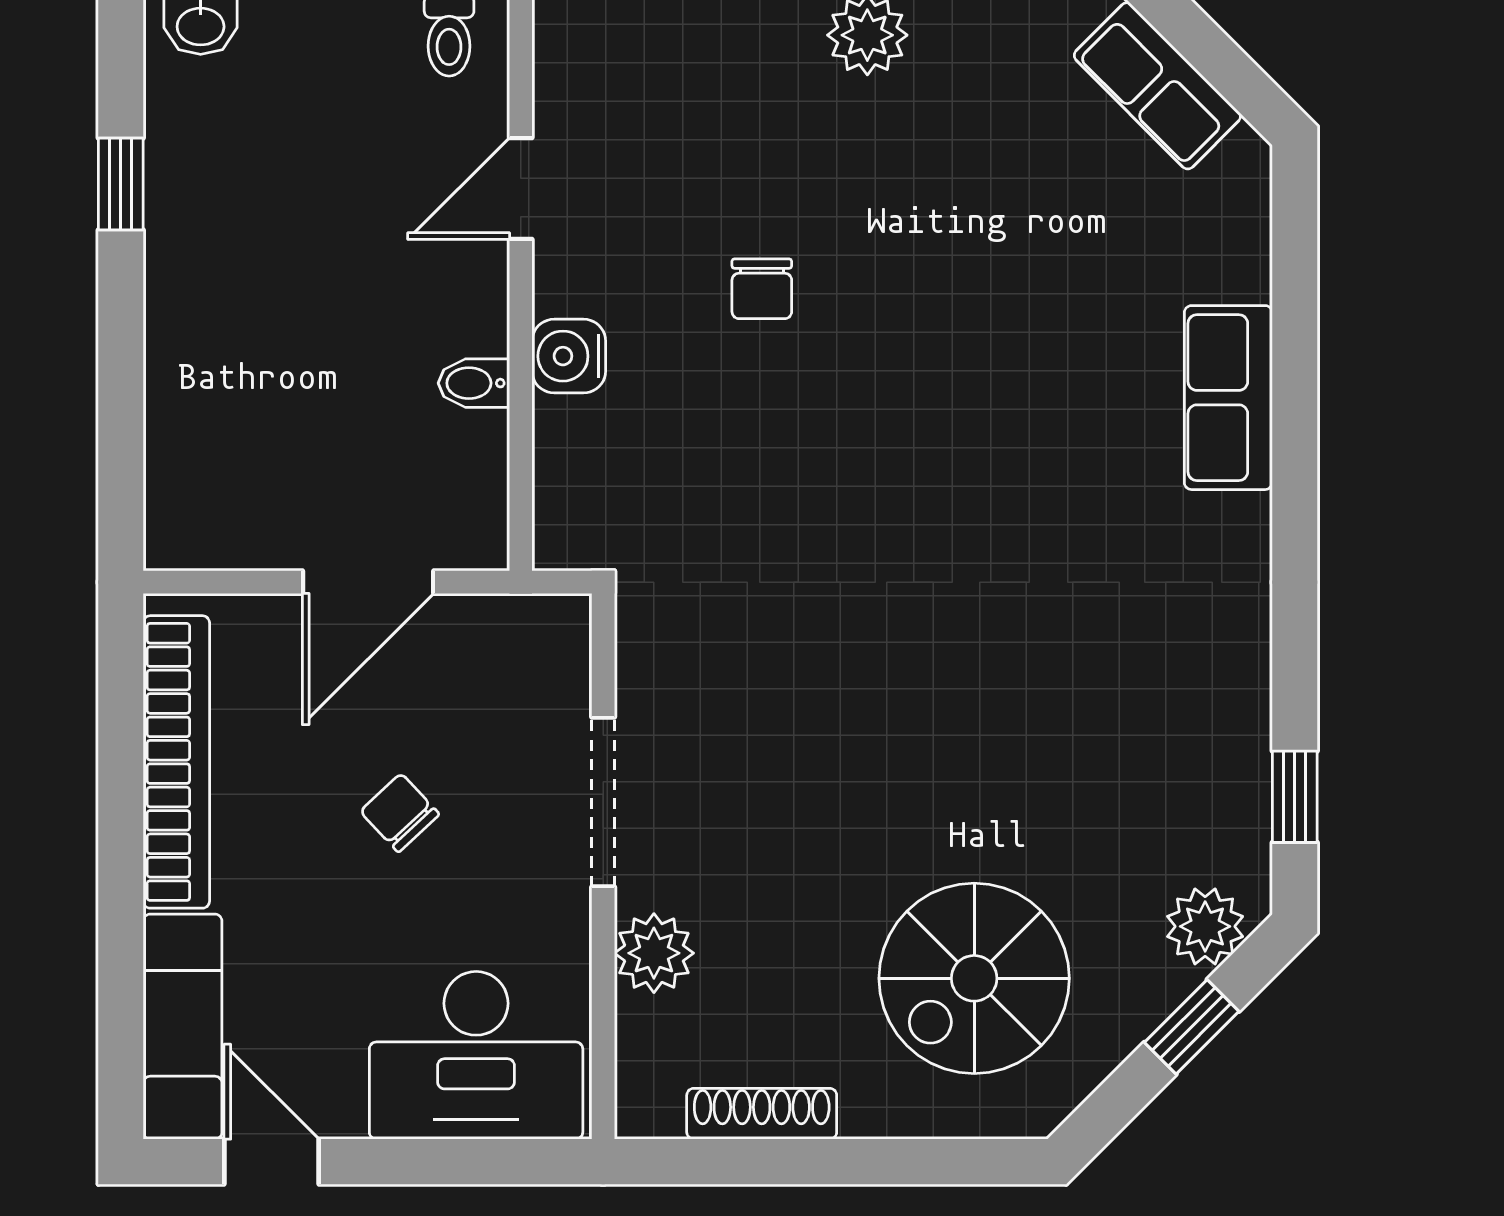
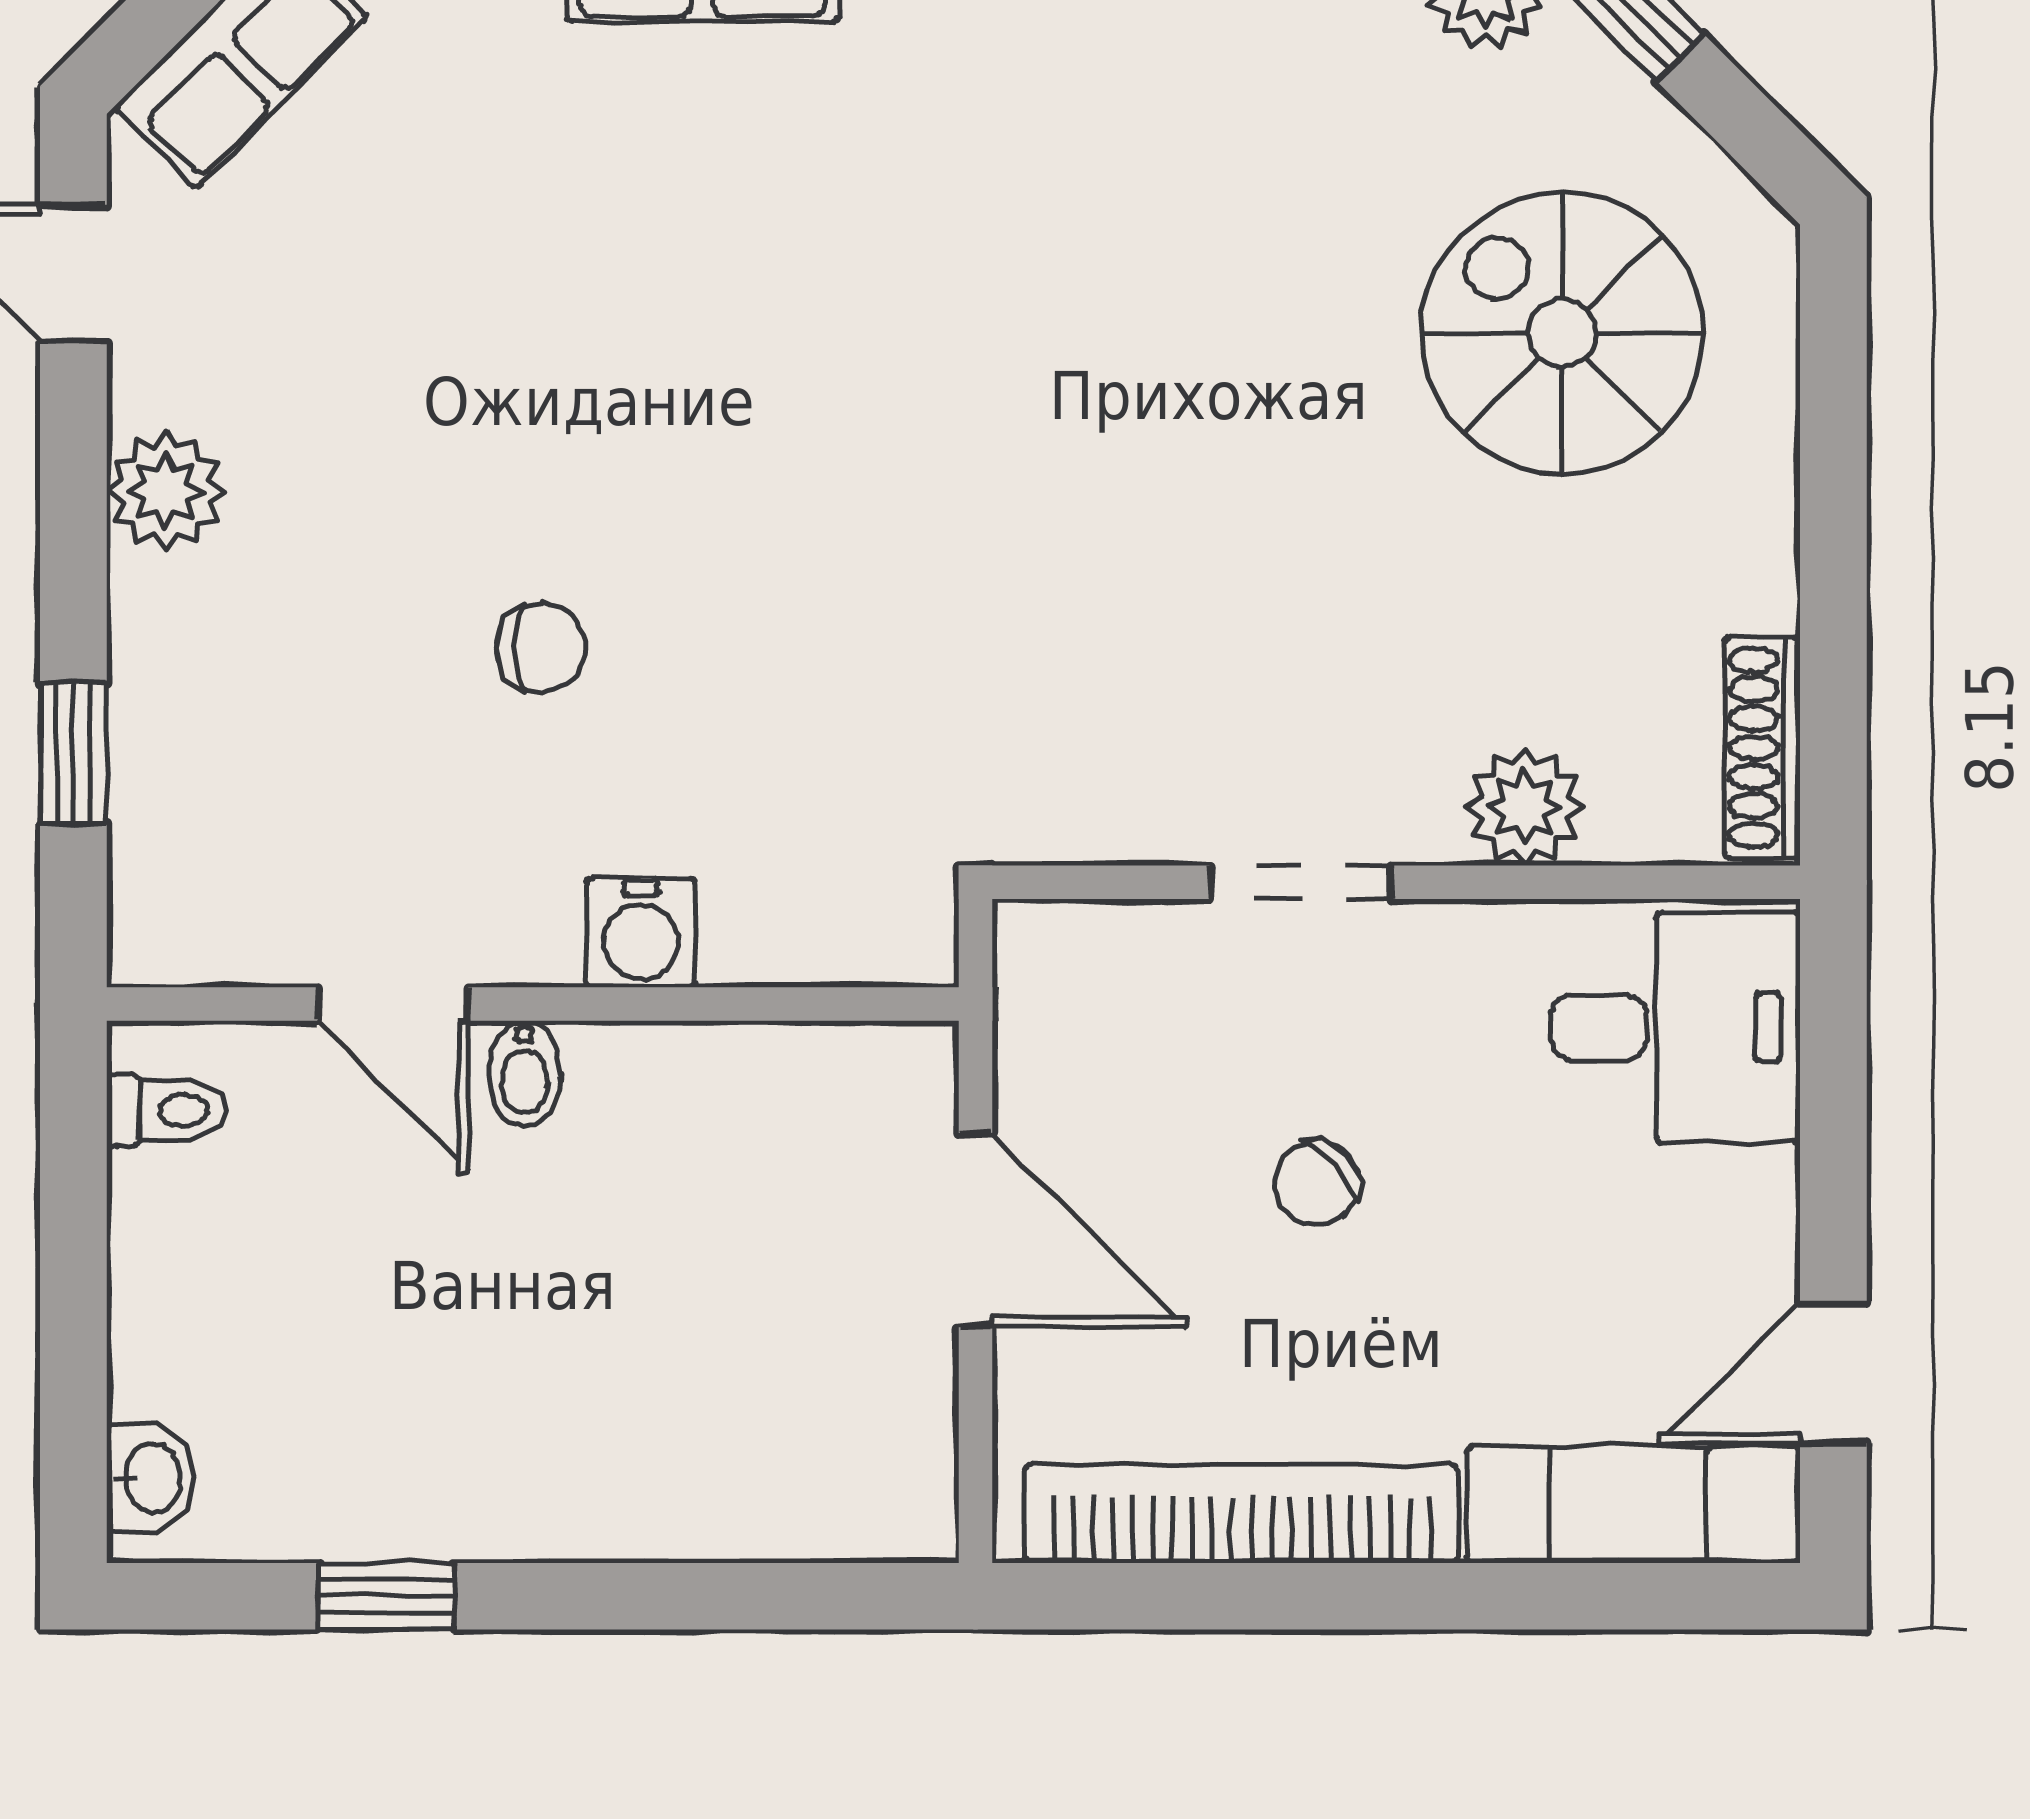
bidet: (474, 383) -> (524, 1073), moved
doorway: (603, 802) -> (1301, 882), width x0.73
spiral stairs: (974, 978) -> (1562, 333), turned 180
desk: (476, 1055) -> (1676, 1027), width x0.73
shoe rack: (762, 1114) -> (1762, 748), moved

